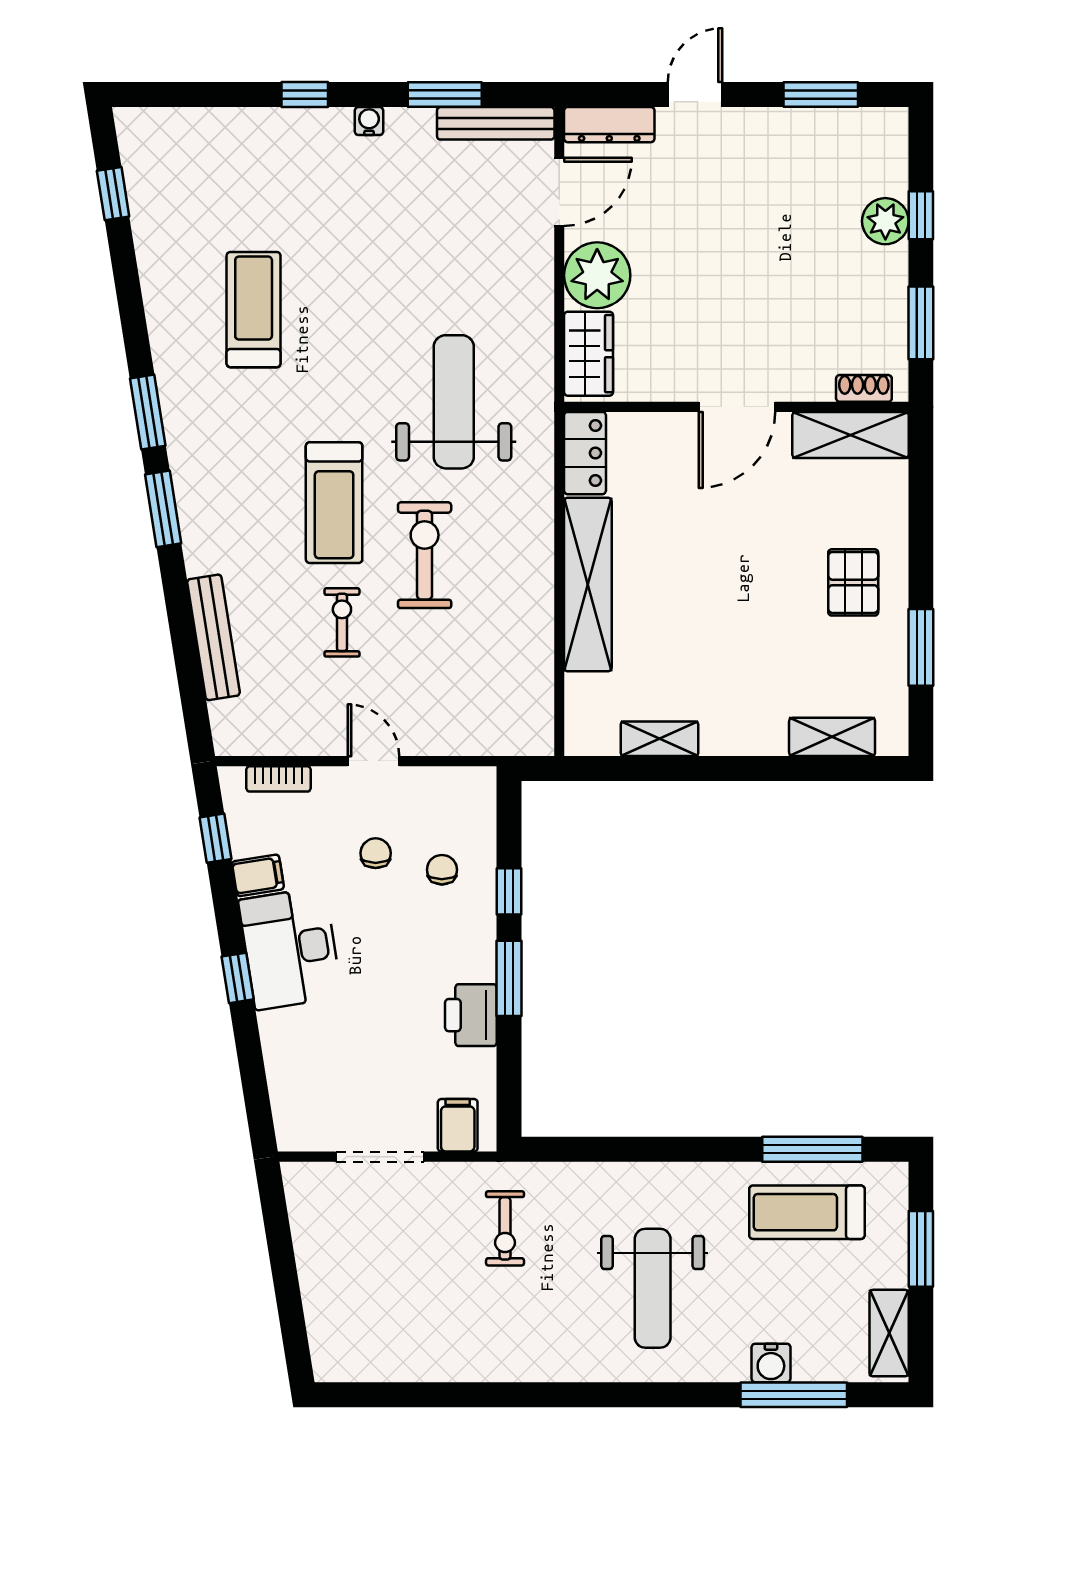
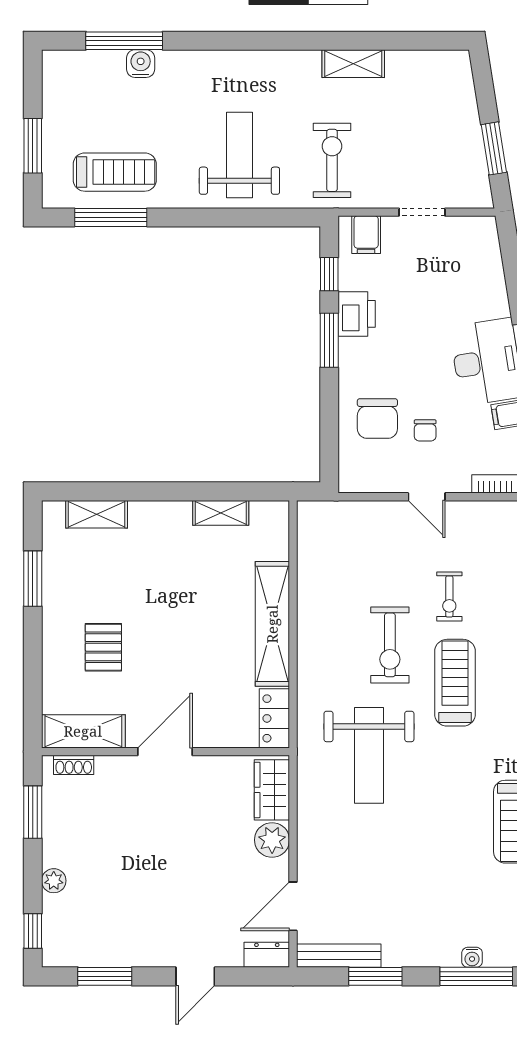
window: (305, 95) -> (476, 976), width x2.17
water cooler: (369, 121) -> (472, 957), moved
dresser: (609, 125) -> (267, 955), width x0.70
window: (921, 215) -> (33, 931), moved
plant: (885, 221) -> (54, 881), width x0.73, depth x0.73
plant: (597, 275) -> (272, 840), width x0.73, depth x0.73
pallet: (853, 582) -> (103, 647), moved
chair: (442, 870) -> (377, 419), width x1.87, depth x1.87
window: (509, 891) -> (329, 274), moved
doorway: (380, 1157) -> (422, 212), width x0.73
exercise bike: (505, 1228) -> (332, 160), width x1.38, depth x1.39
window: (280, 1245) -> (494, 148), added
weight bench: (653, 1288) -> (239, 155), moved
shelving: (889, 1333) -> (353, 64), moved, turned 90

